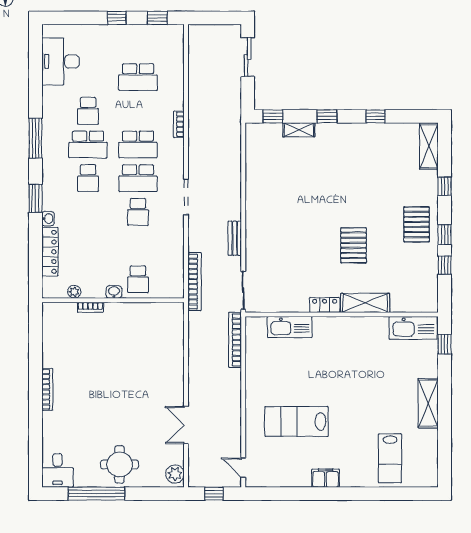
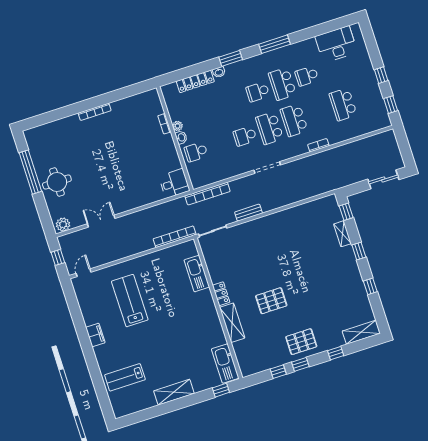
plant: (74, 292) -> (178, 126), moved
desk: (57, 470) -> (174, 183), moved, turned 180

